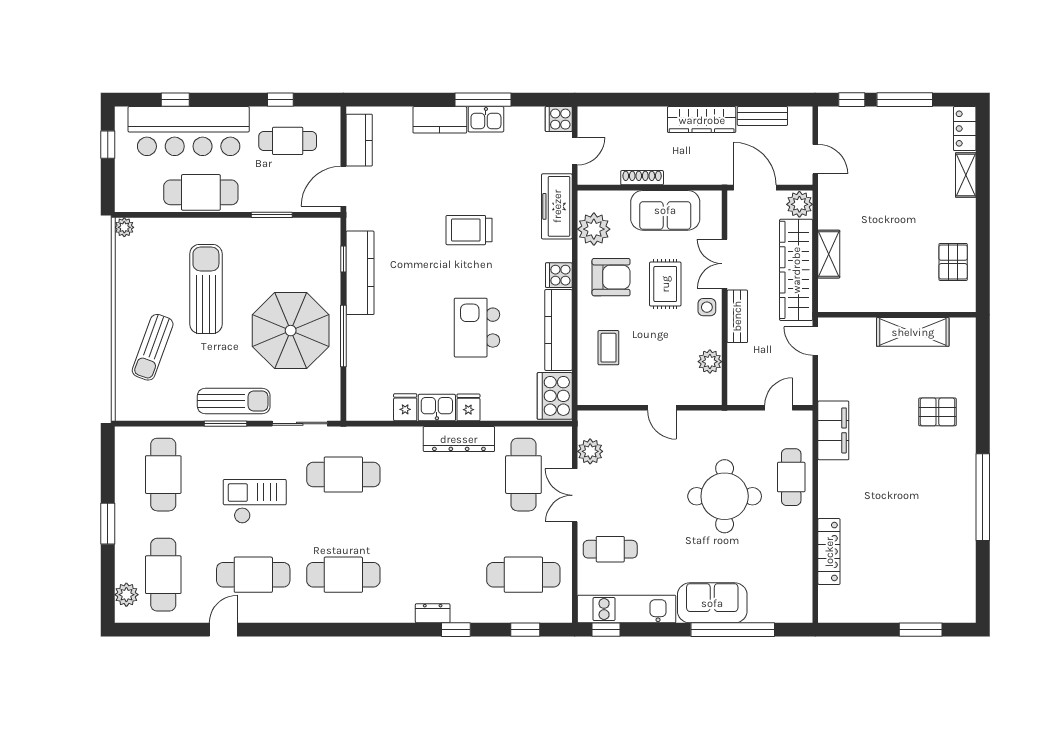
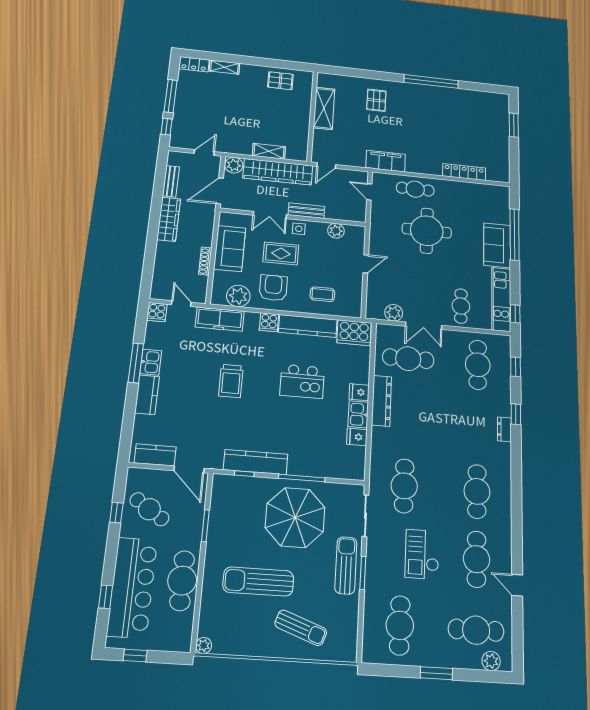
cafe table: (288, 141) -> (149, 509), turned -57
cafe table: (163, 475) -> (400, 625), turned 90

